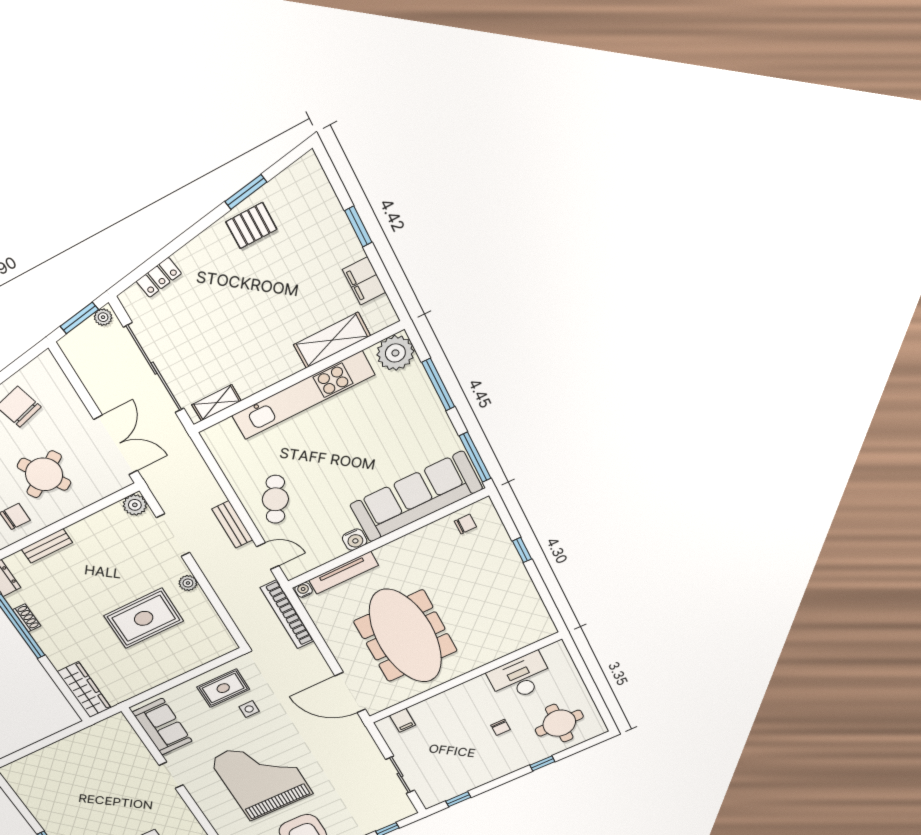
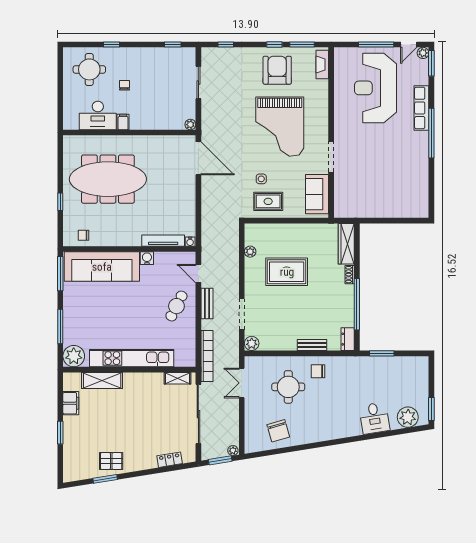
plant: (103, 317) -> (233, 450), moved
double door: (116, 445) -> (242, 383), width x0.73
round table: (44, 474) -> (288, 387), turned 32
plant: (188, 583) -> (250, 252), moved
bookcase: (287, 614) -> (207, 356), moved
shoe rack: (27, 618) -> (350, 275), moved
meeting table: (406, 636) -> (108, 179), moved, turned 90
filing cabinet: (403, 720) -> (123, 122), moved
plant: (384, 725) -> (190, 125), added
doorway: (171, 775) -> (331, 157), width x1.38

